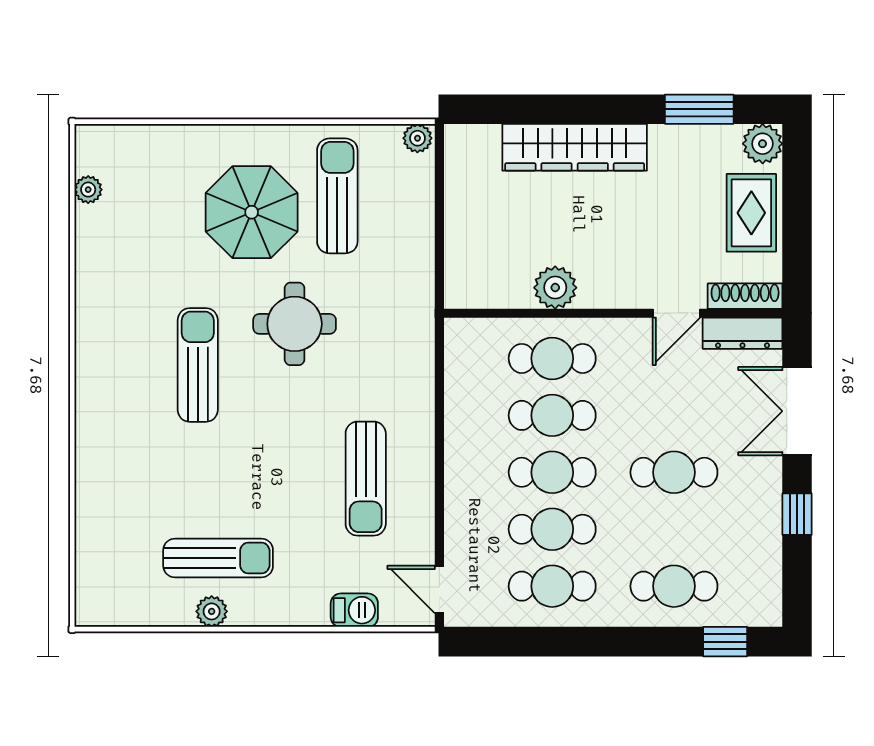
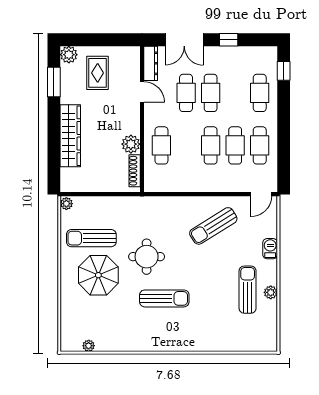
rug: (751, 213) -> (98, 73), moved, turned 90
shoe rack: (745, 296) -> (135, 171), moved
sun lounger: (198, 365) -> (164, 298), turned 180
cafe table: (552, 415) -> (186, 93), moved
sun lounger: (366, 479) -> (213, 226), turned 148
barbecue: (354, 610) -> (270, 249), moved

